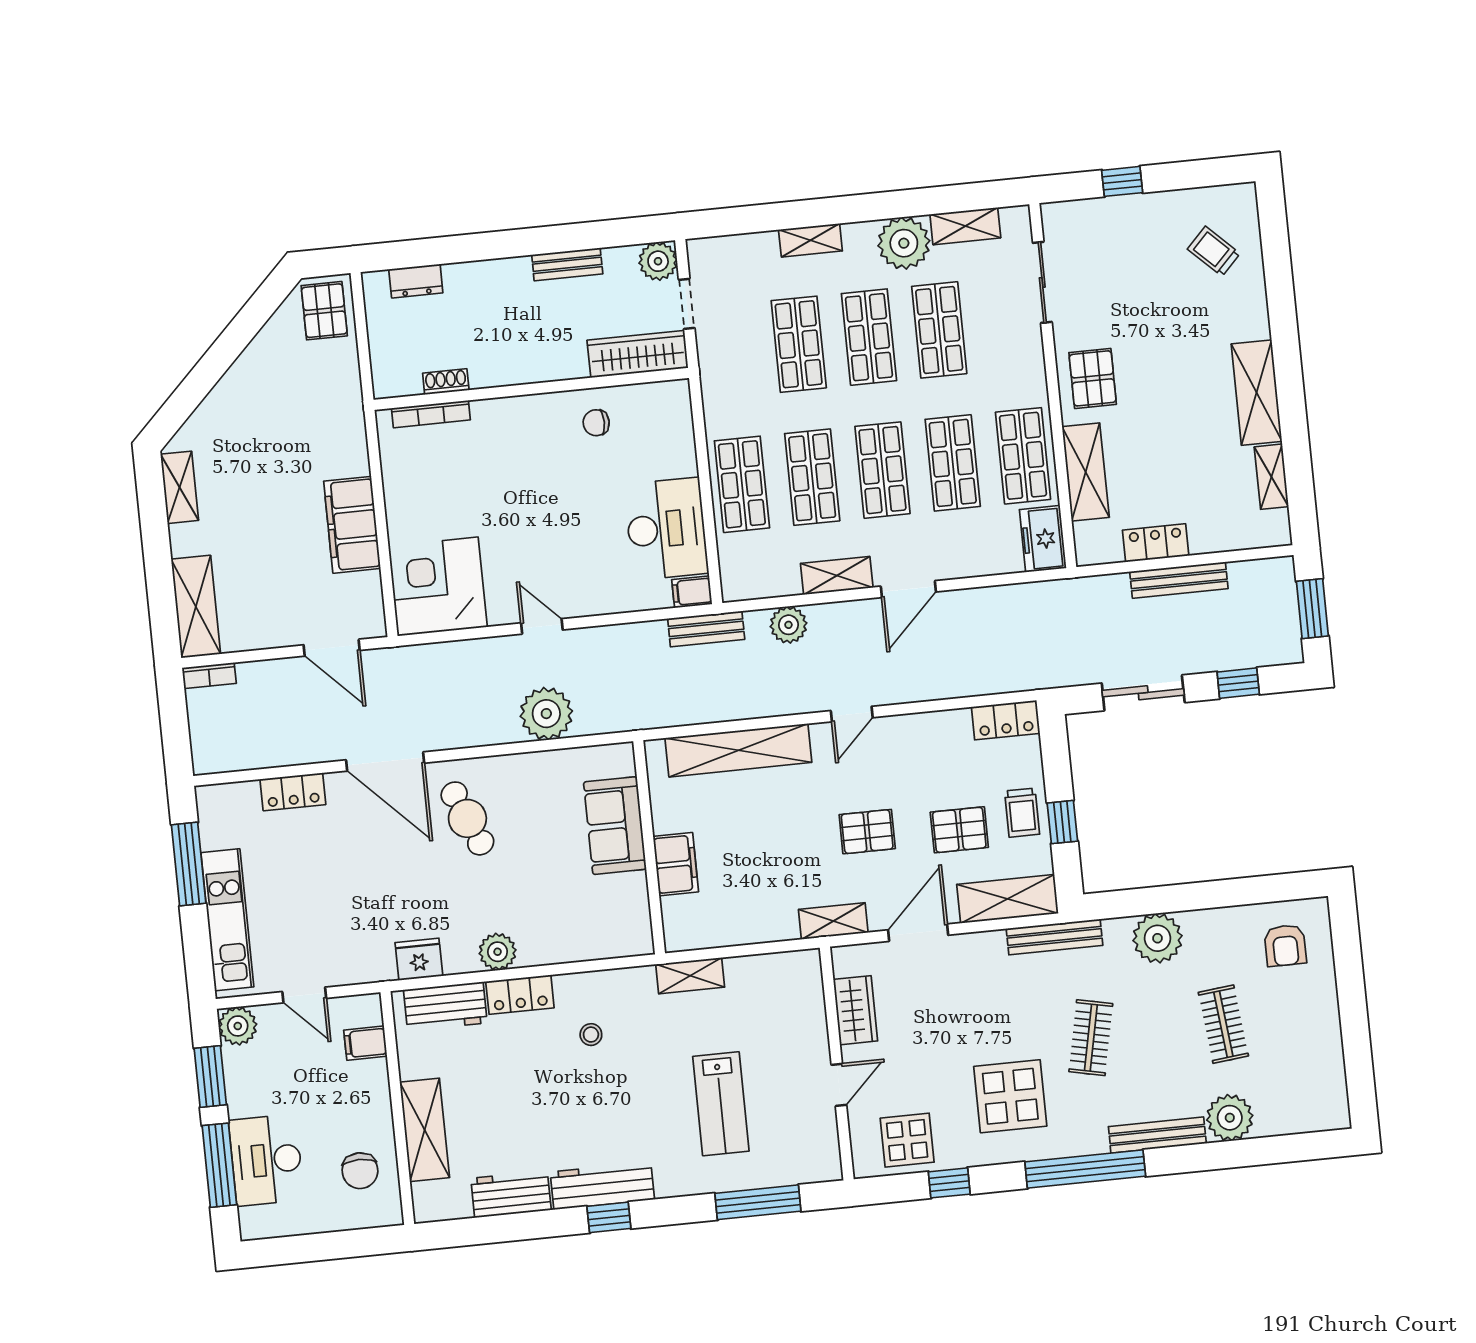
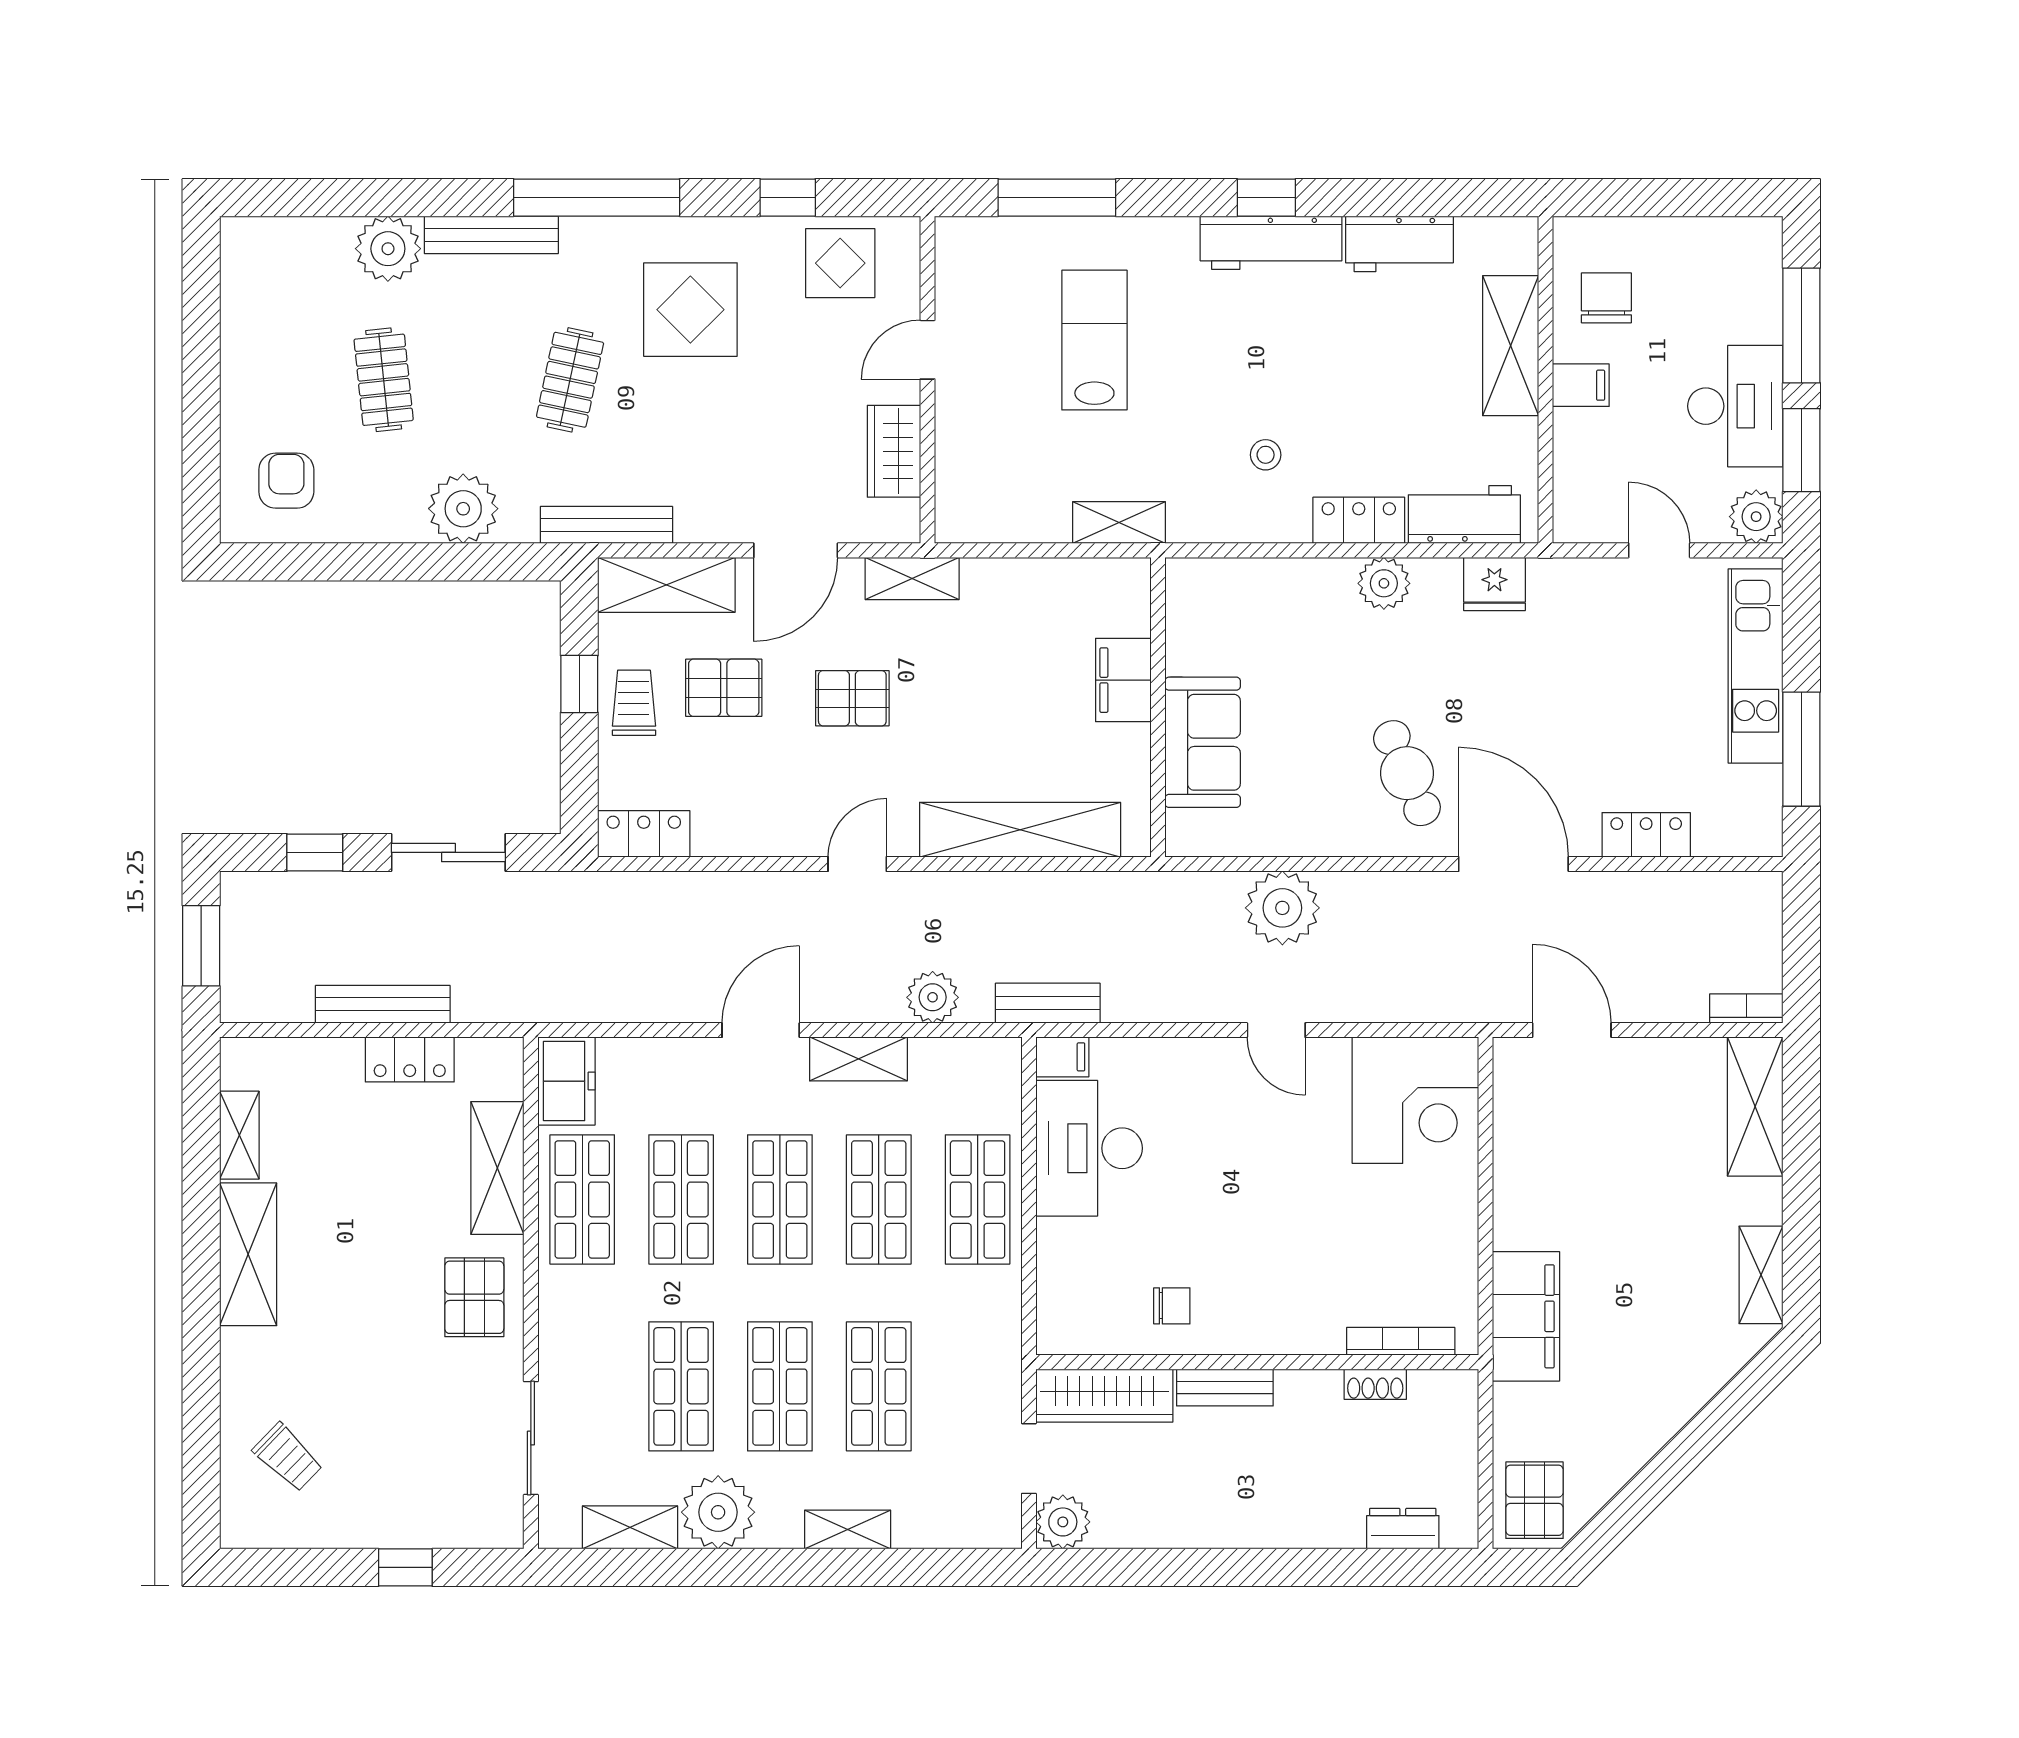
bench: (567, 264) -> (1225, 1387), moved
filing cabinet: (352, 525) -> (1526, 1316), moved
filing cabinet: (365, 1043) -> (1581, 385), moved
desk: (266, 1160) -> (1735, 406), moved

